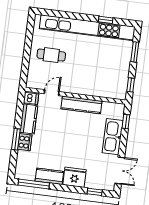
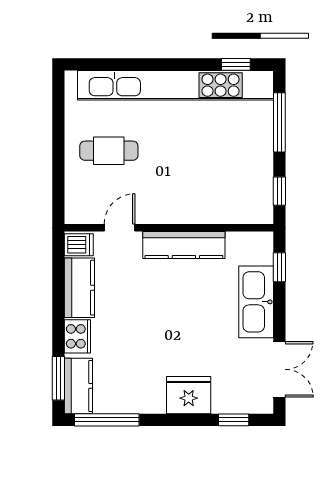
window: (106, 20) -> (236, 64), moved
window: (135, 52) -> (279, 122), width x1.44
window: (16, 139) -> (58, 378), moved
kitchen counter: (49, 176) -> (78, 386), moved, turned 90

